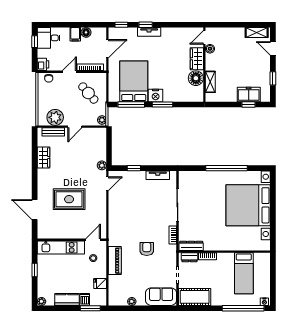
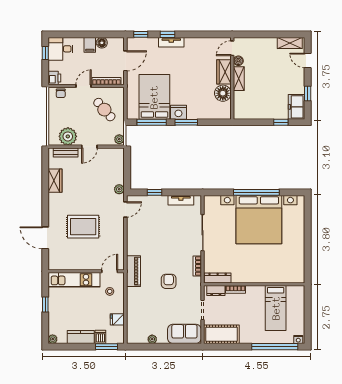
shelving: (210, 82) -> (239, 79), moved
freezer: (249, 94) -> (296, 107), moved, turned -90
bed with nightstands: (248, 205) -> (259, 220), moved, turned -90
piano: (115, 261) -> (134, 271), moved

